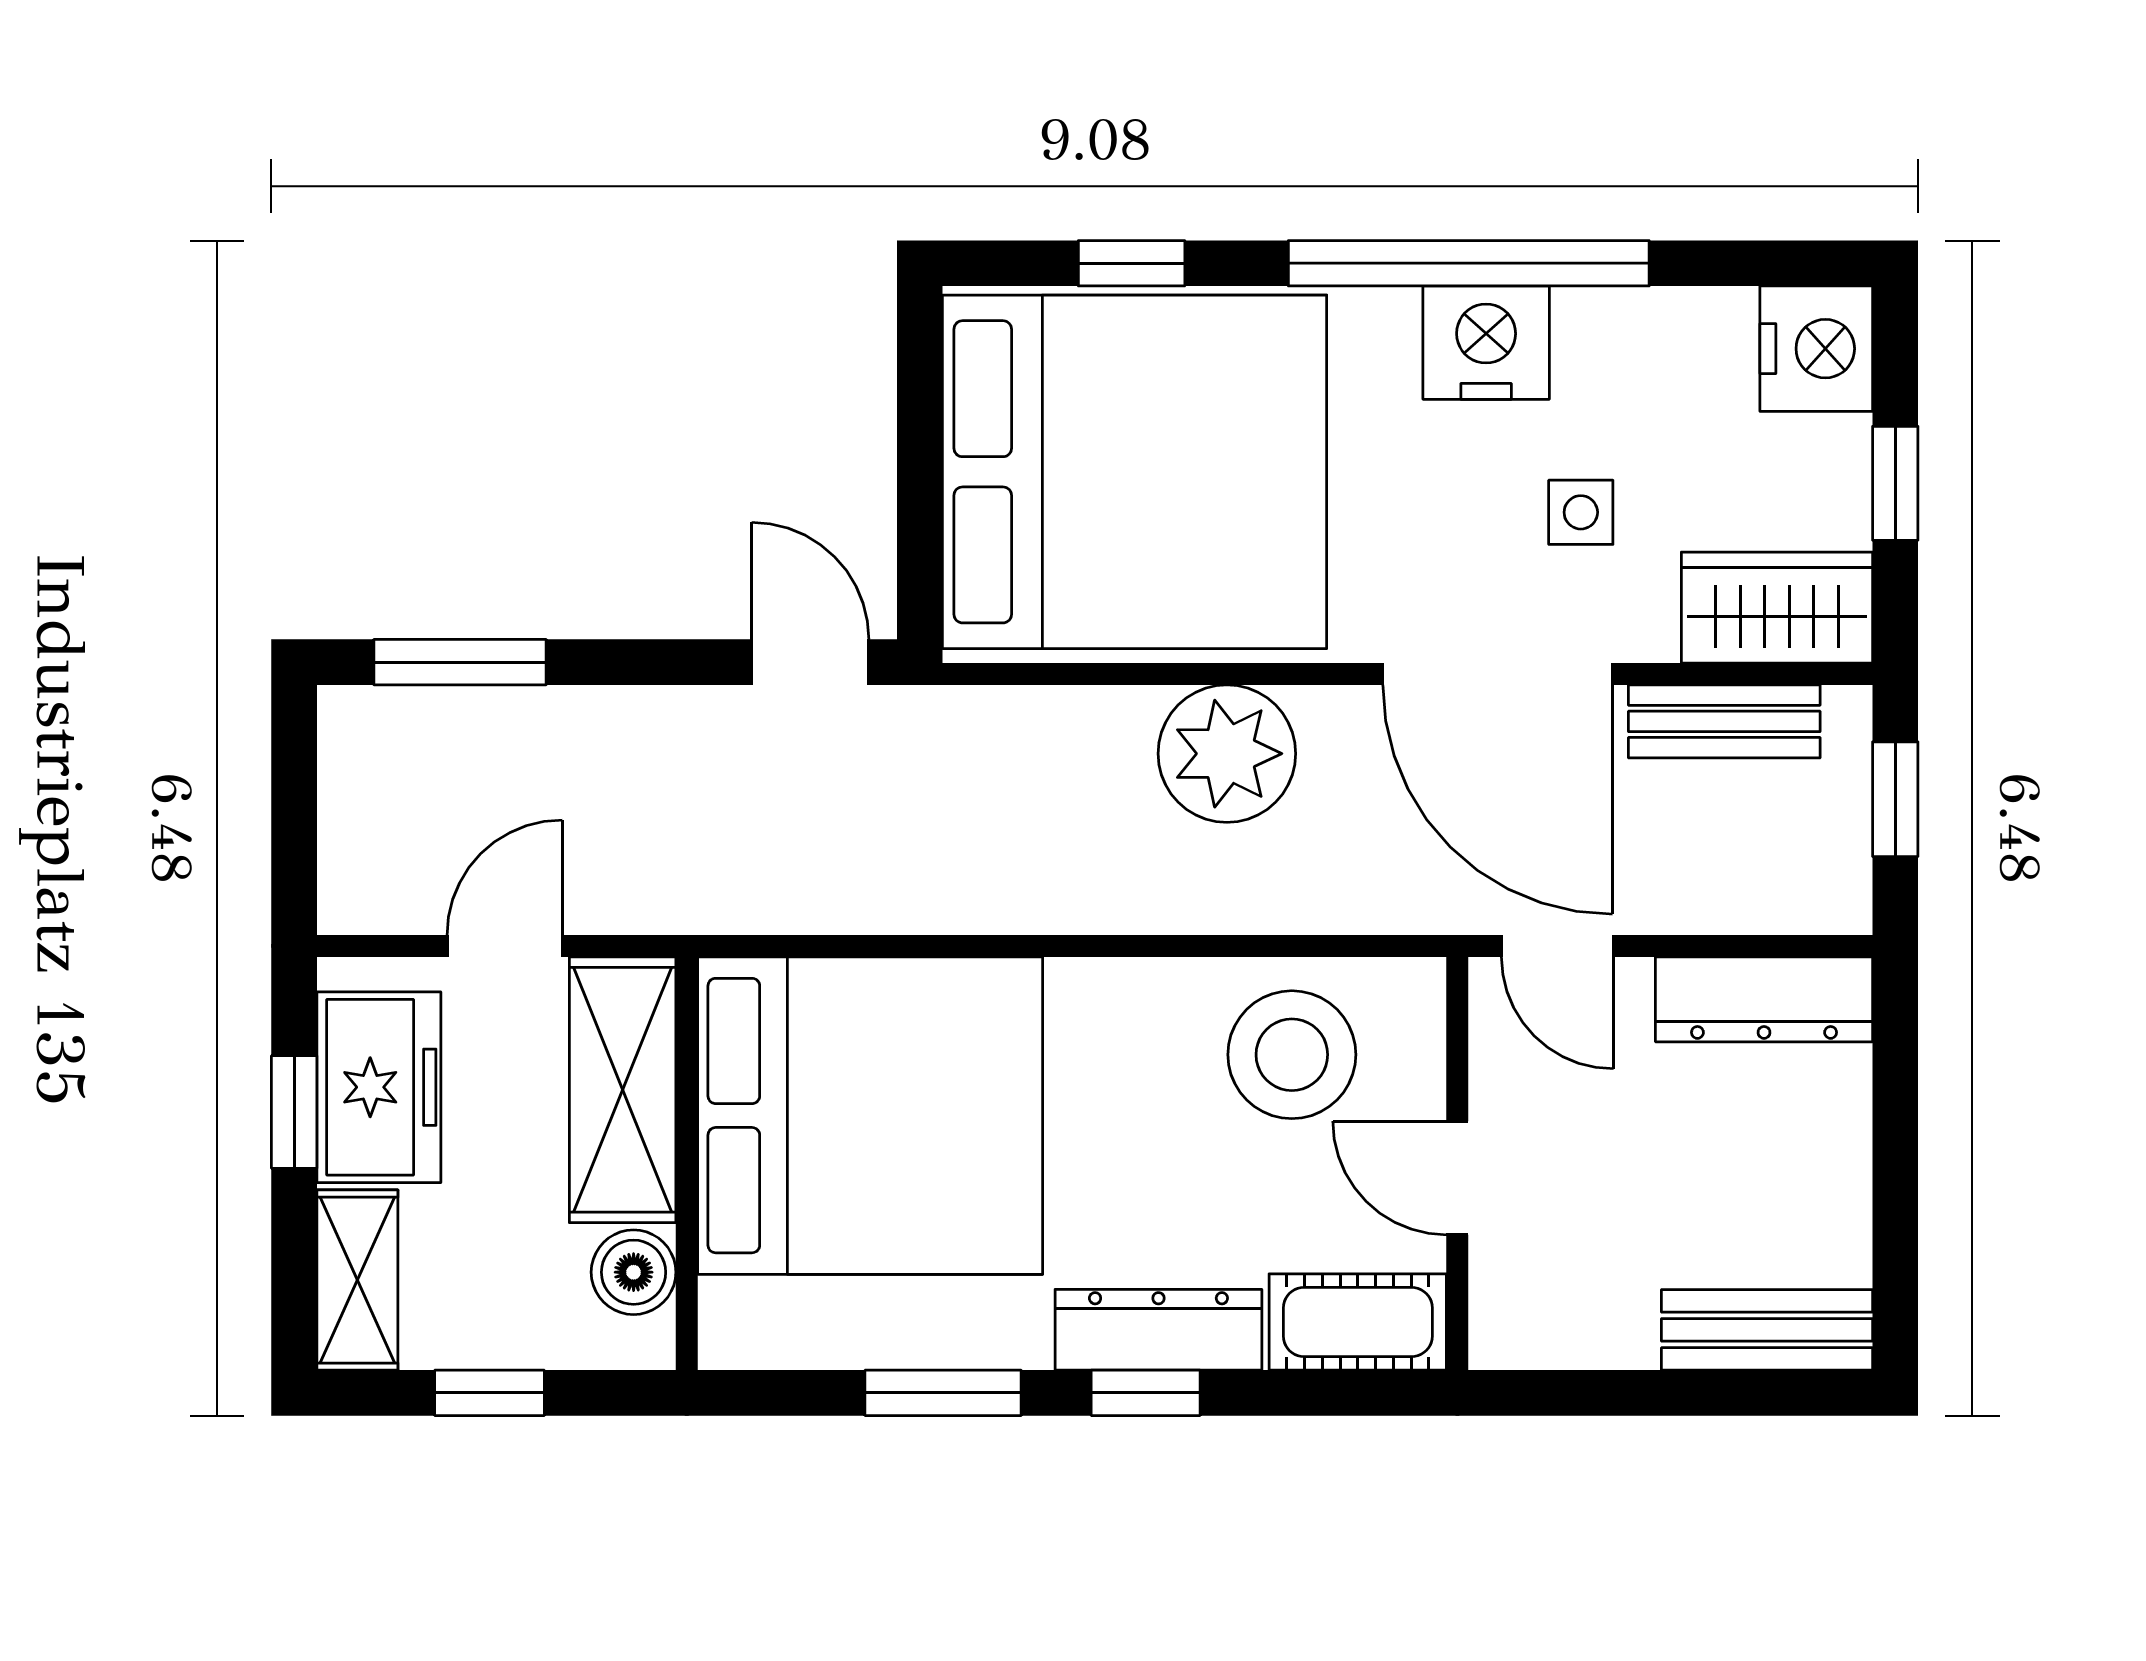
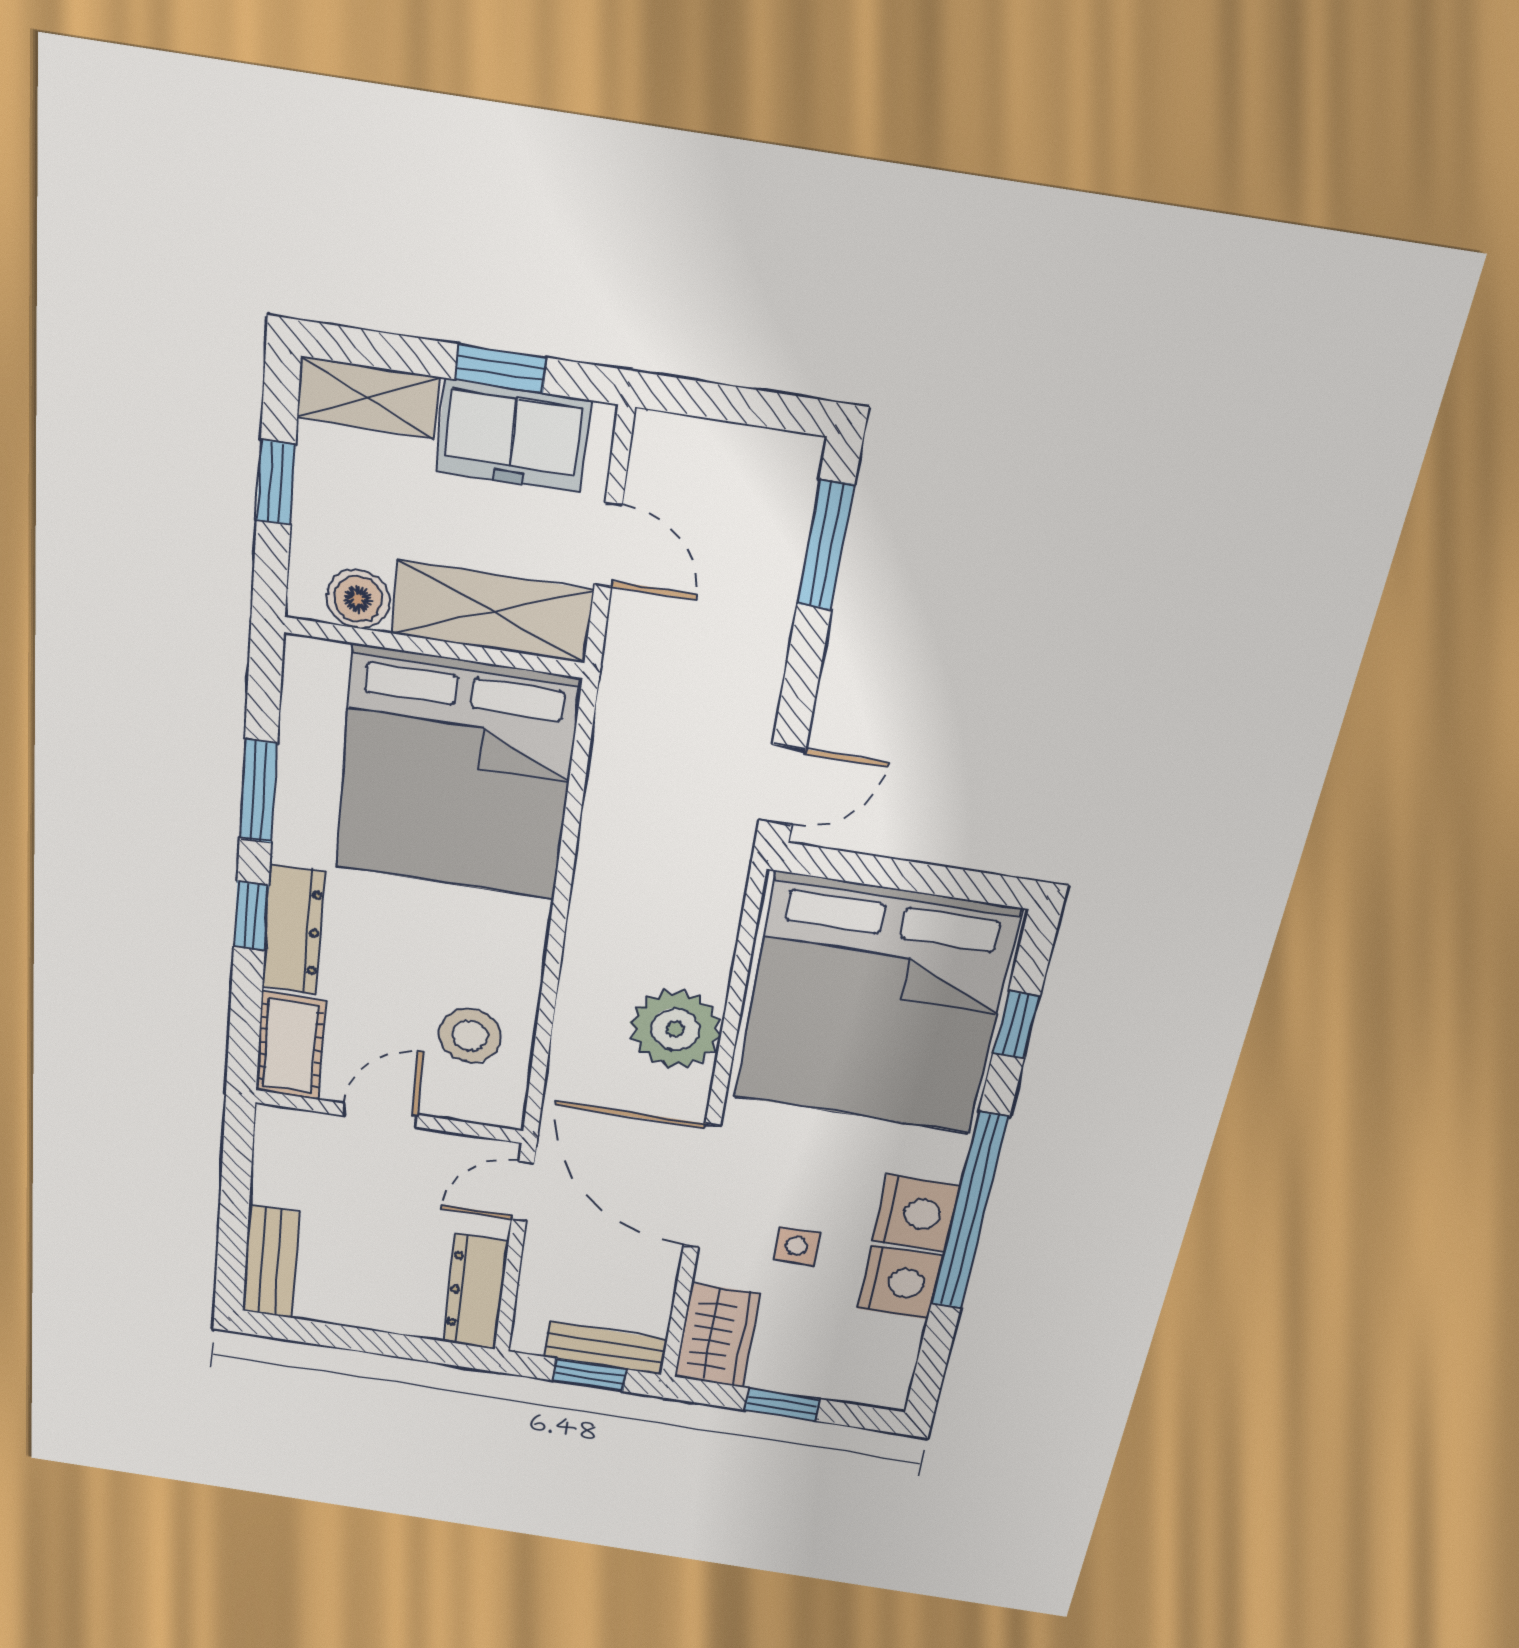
nightstand: (1816, 349) -> (900, 1282), moved, turned -90
door: (1498, 674) -> (702, 1187), hinge flipped
bench: (1724, 721) -> (606, 1348), moved, turned 90
stool: (1292, 1055) -> (470, 1036), width x0.73, depth x0.73

